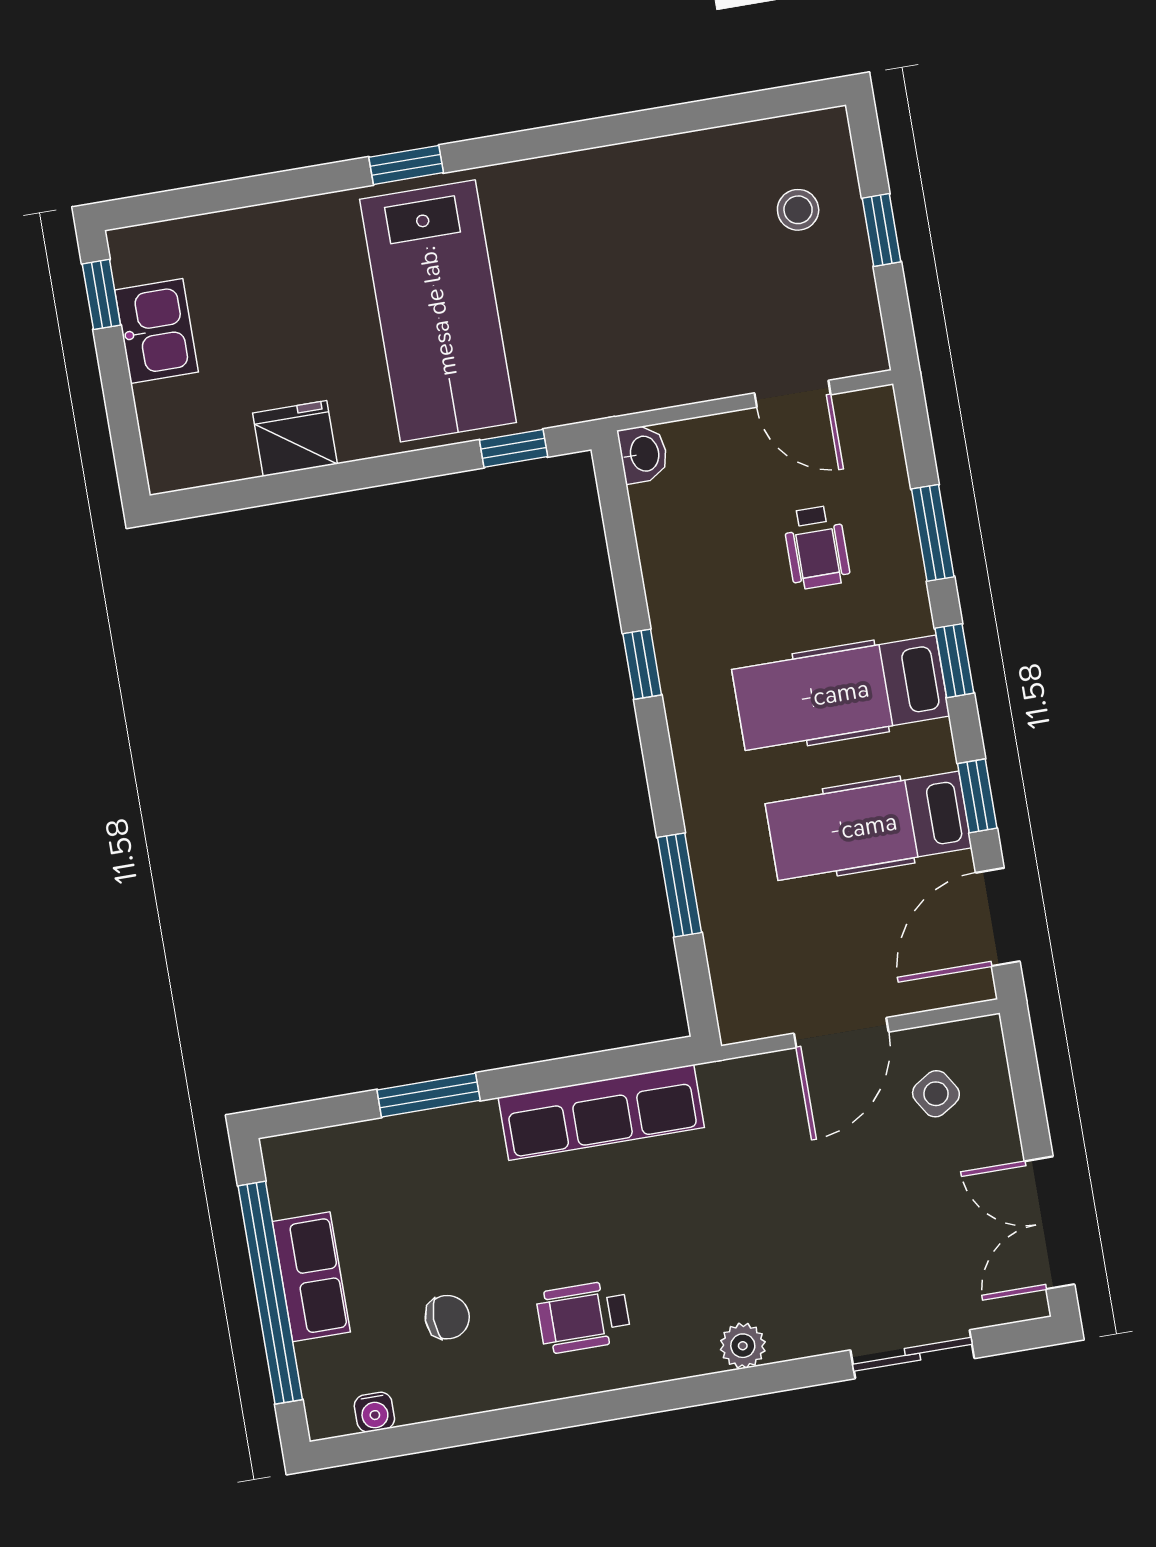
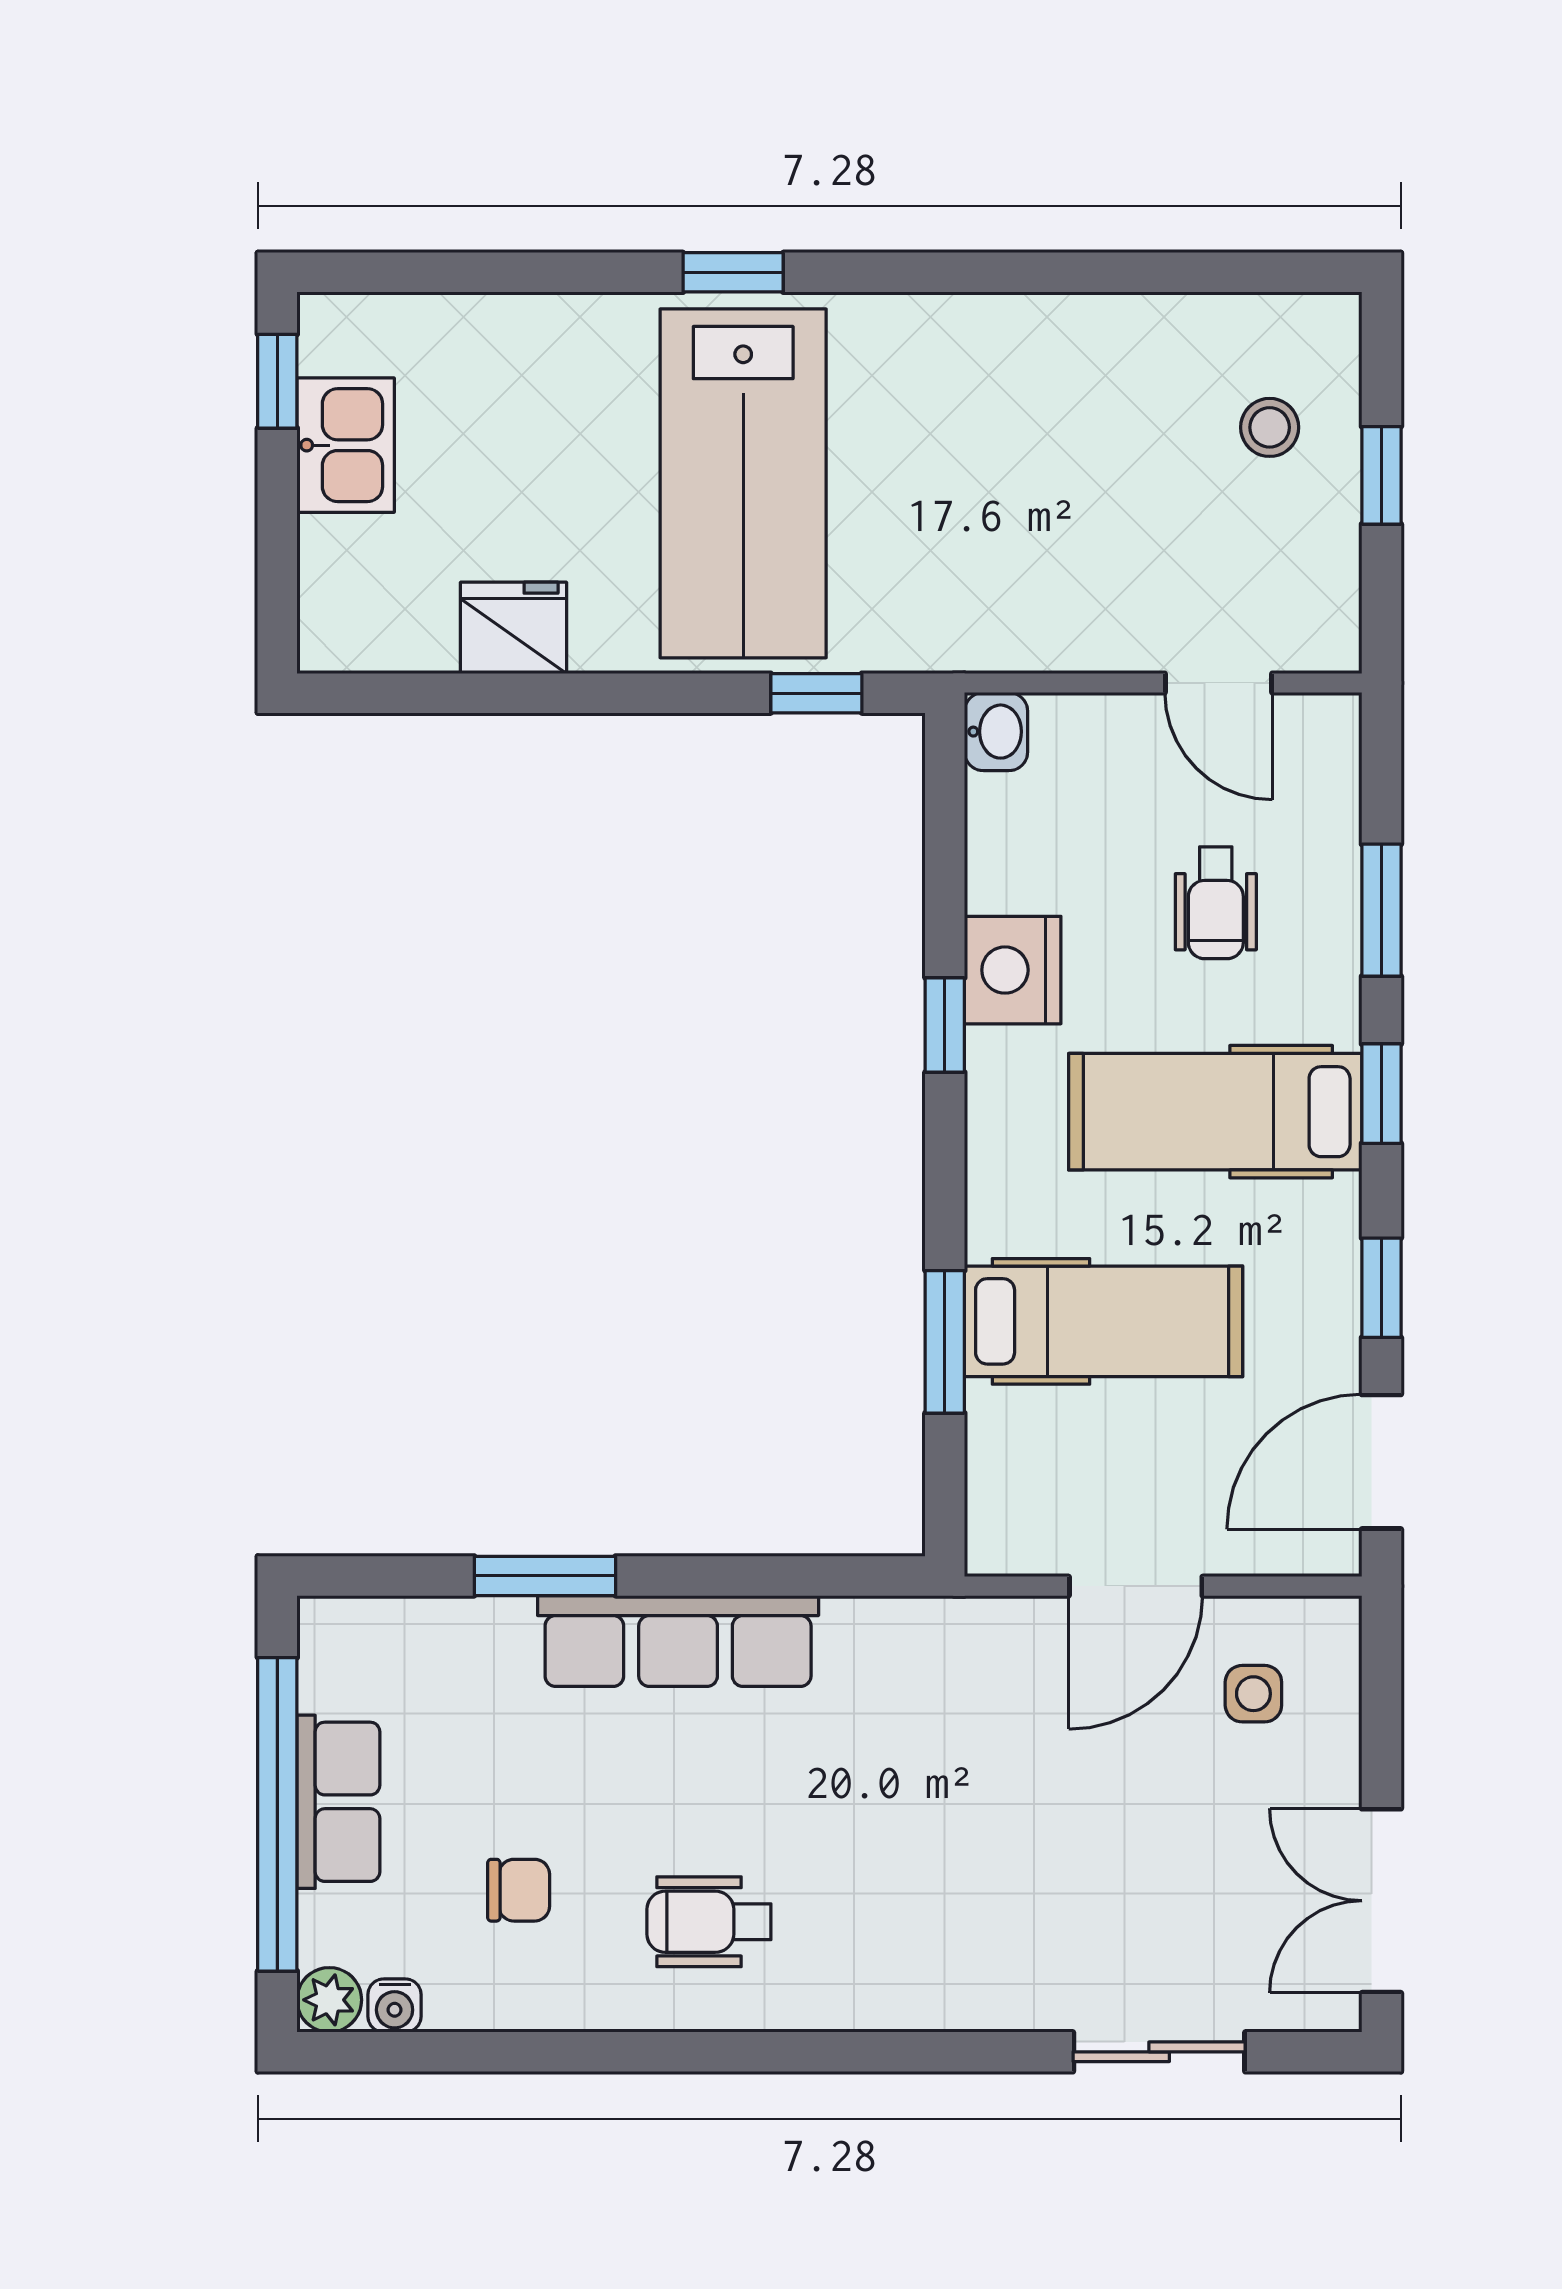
nightstand: (683, 618) -> (1013, 970), added
hospital bed: (869, 826) -> (1104, 1321), moved, turned 180
side table: (936, 1094) -> (1253, 1694), turned 32
row of seats: (601, 1113) -> (678, 1641), moved
plant: (743, 1346) -> (329, 2000), moved

